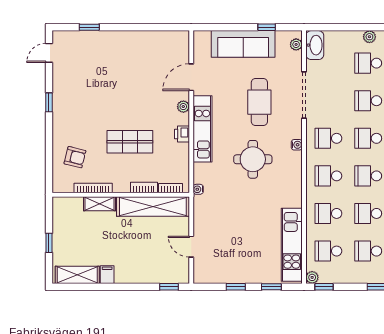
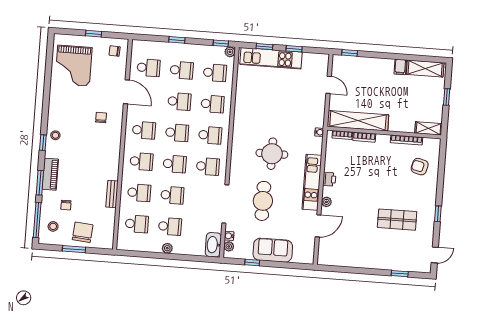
sofa: (243, 44) -> (273, 250), width x0.73
shop shelf: (130, 142) -> (397, 220), moved
water cooler: (297, 145) -> (229, 236), moved
shelving: (99, 204) -> (428, 128), moved
kitchen unit: (292, 245) -> (271, 58), moved, turned 90

